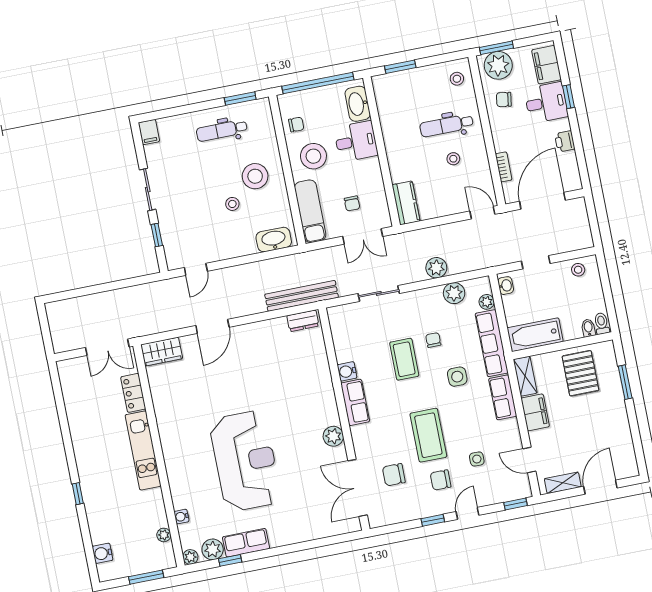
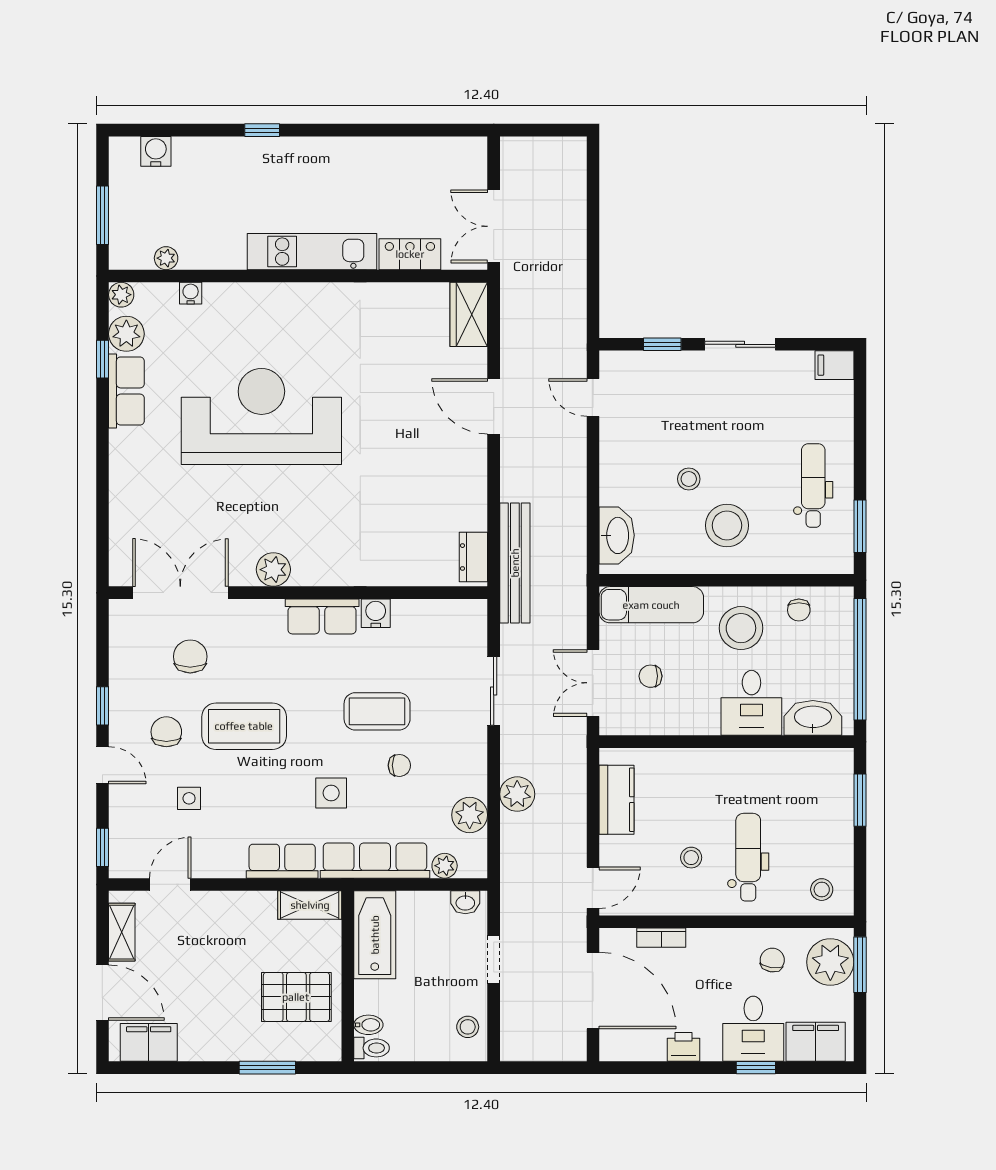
kitchen counter: (406, 203) -> (617, 800), moved, turned -90
filing cabinet: (535, 412) -> (149, 1042), moved, turned 180
reception desk: (245, 461) -> (261, 416), turned 180

